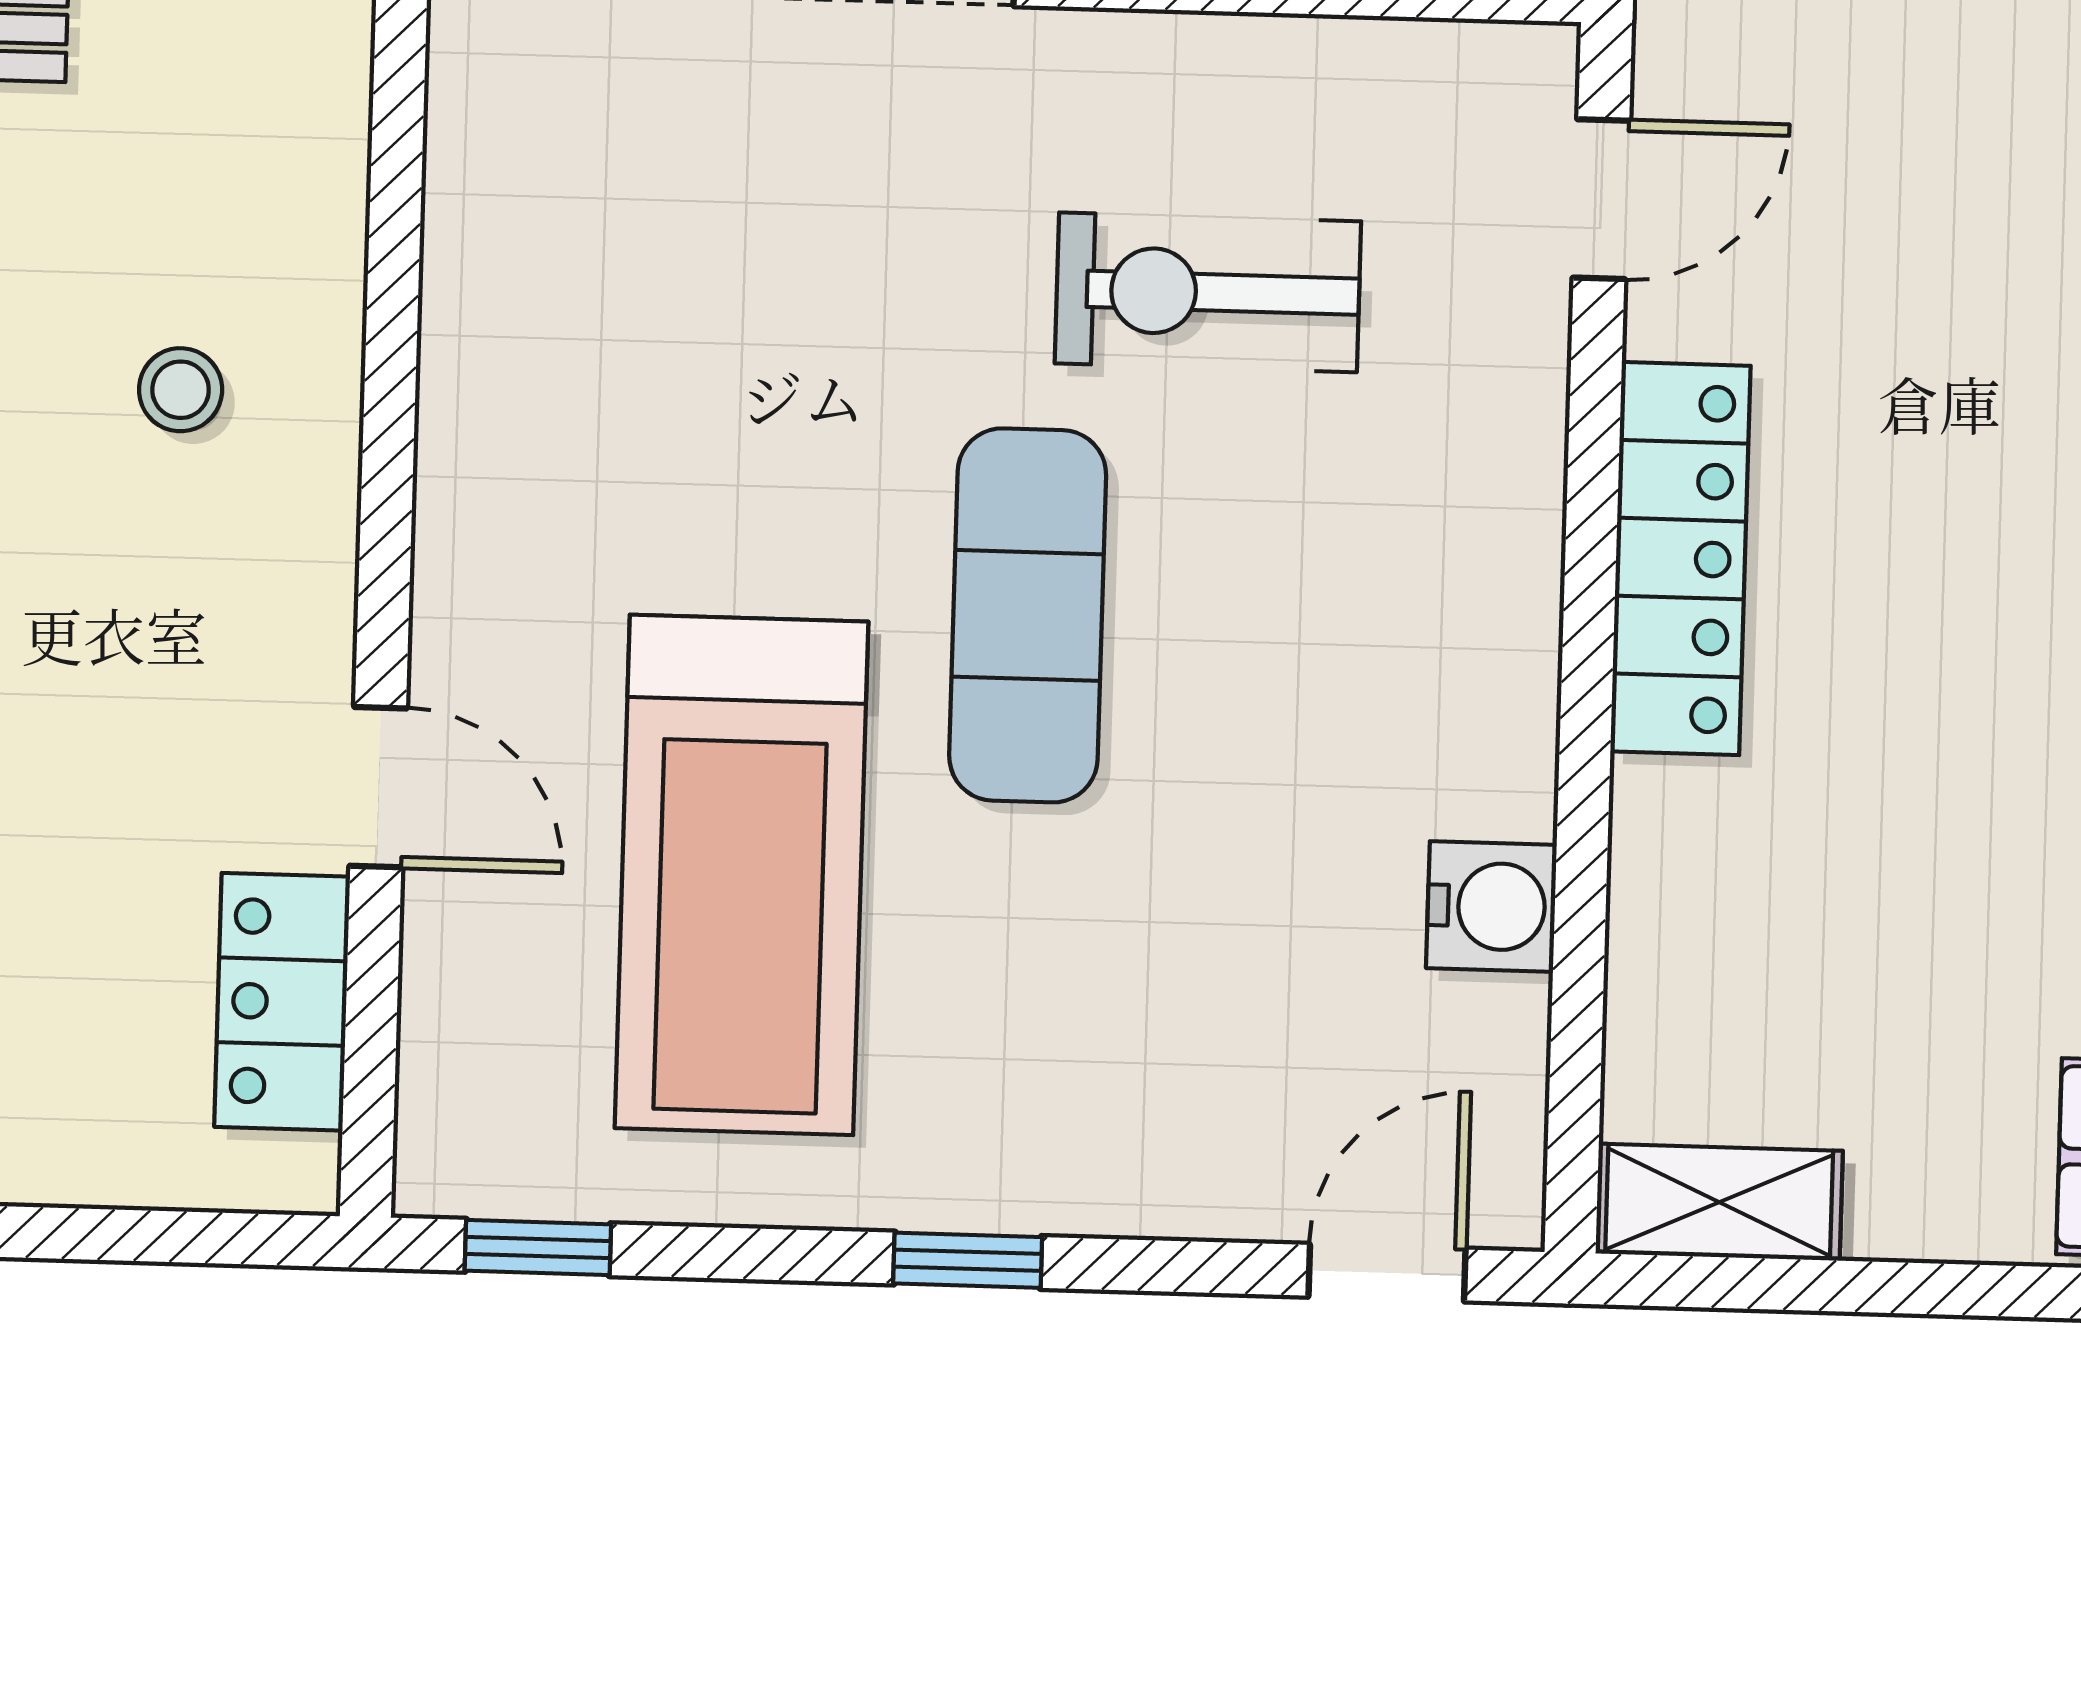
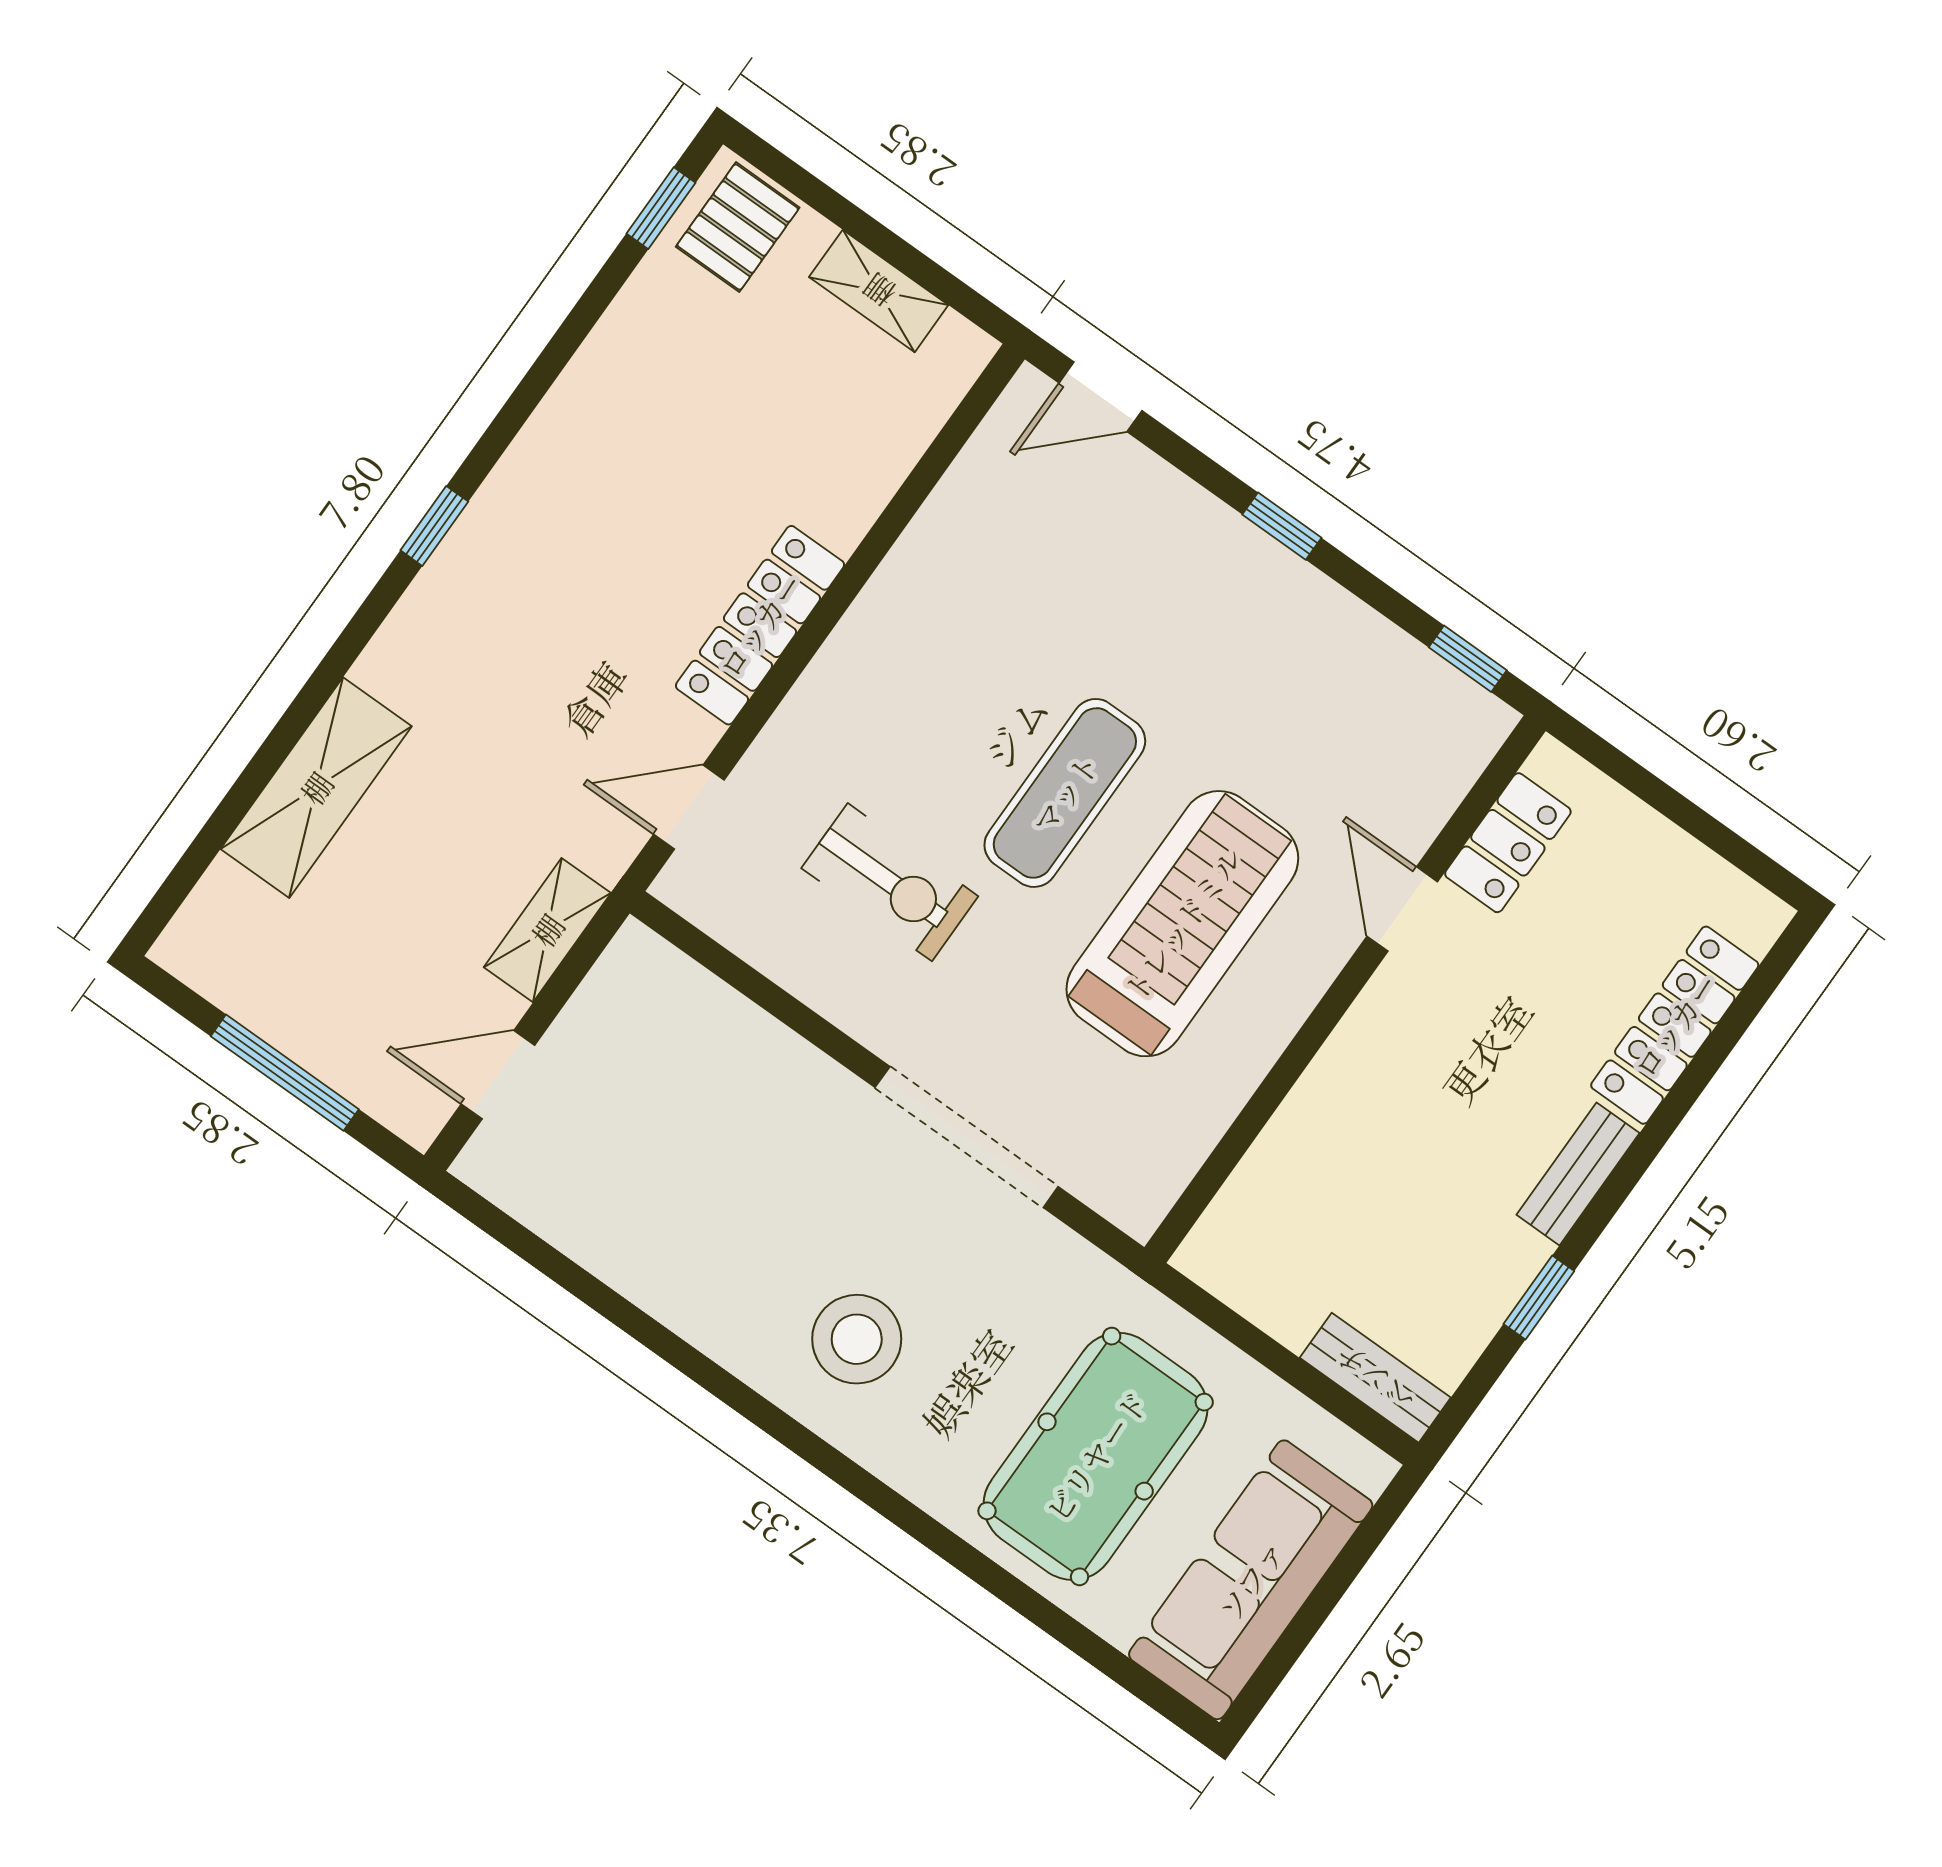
stool: (181, 390) -> (1372, 1143), removed
treadmill: (742, 875) -> (1182, 924), moved
water cooler: (1491, 906) -> (946, 528), removed
shelving: (1719, 1202) -> (879, 291), moved

